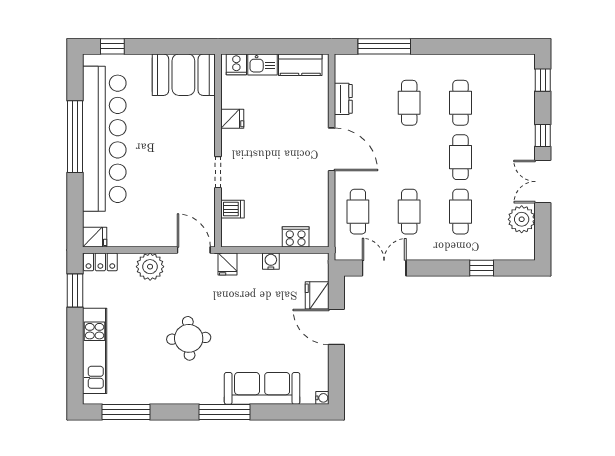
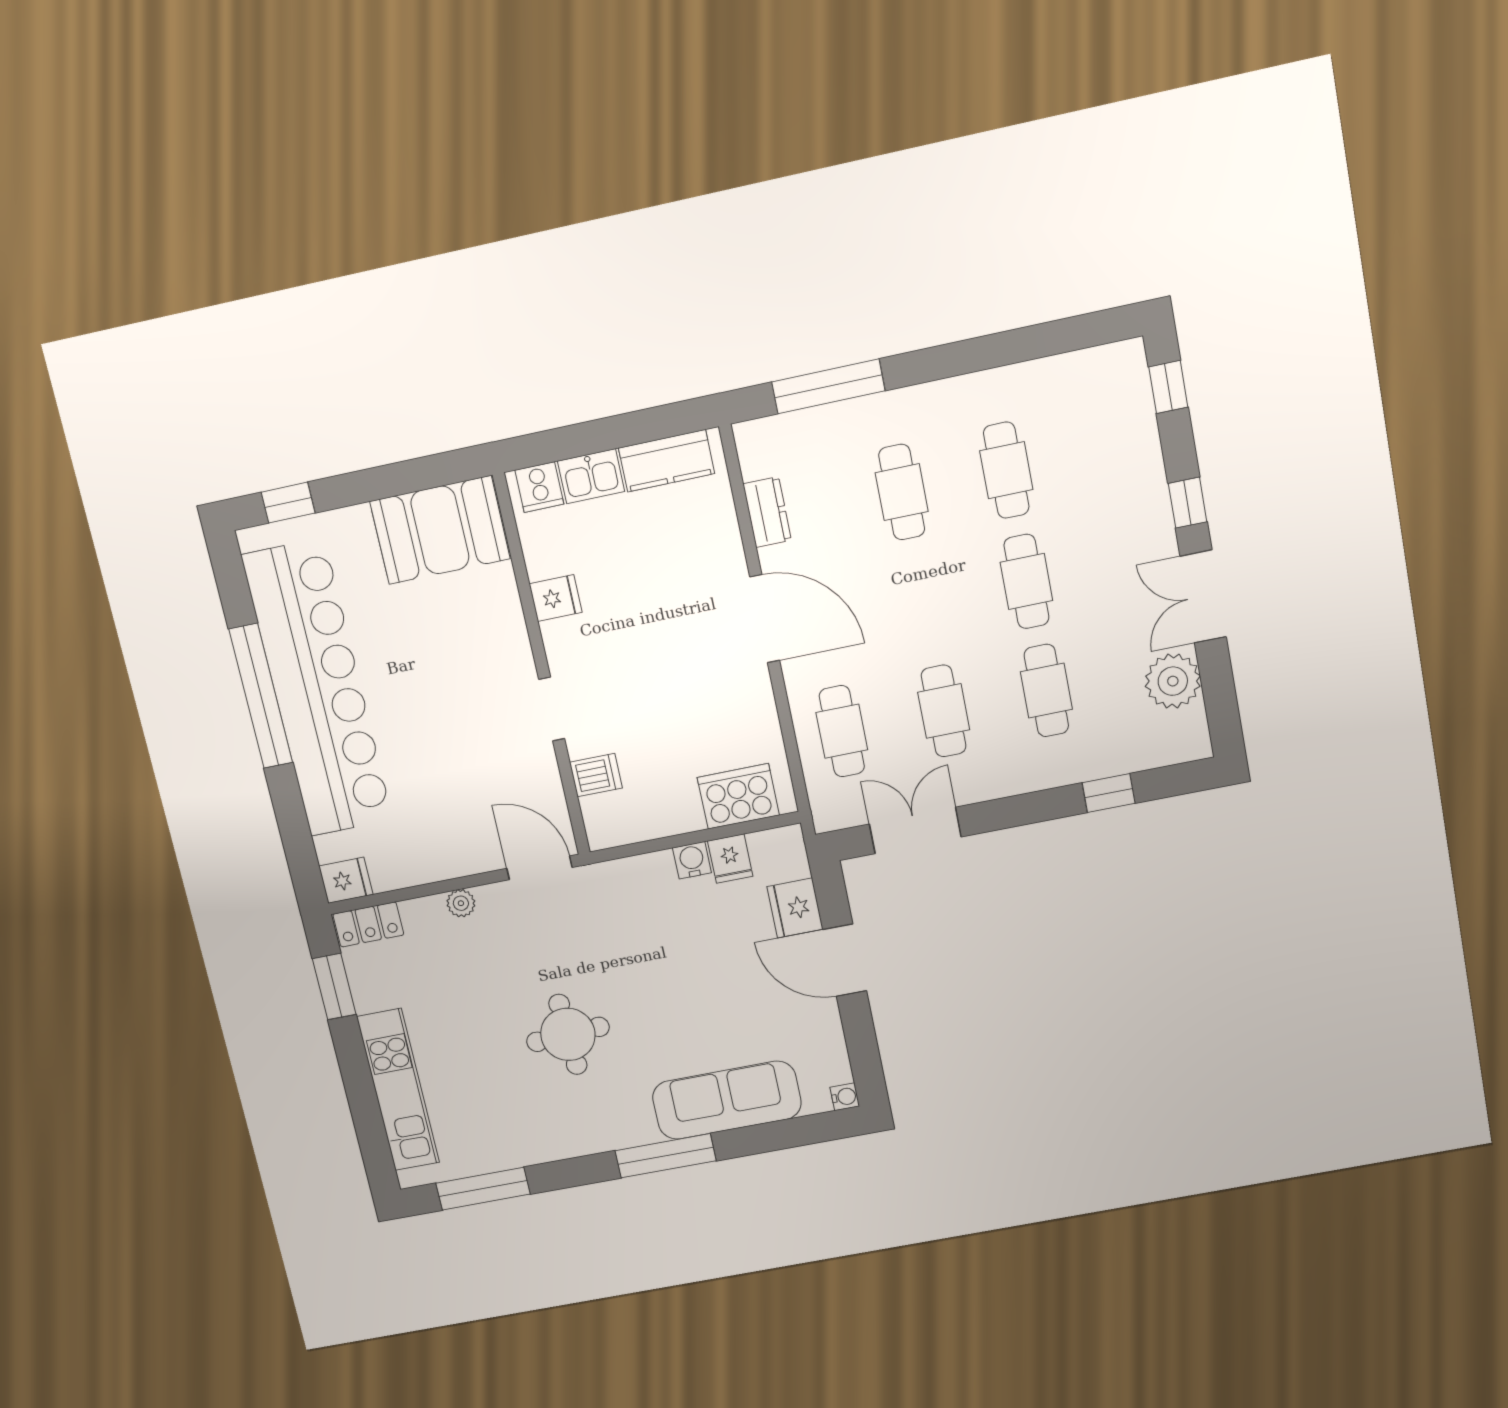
cooker: (296, 237) -> (738, 796), width x1.37, depth x1.31
fridge: (227, 264) -> (730, 858), moved
plant: (150, 267) -> (461, 903), width x0.53, depth x0.53

